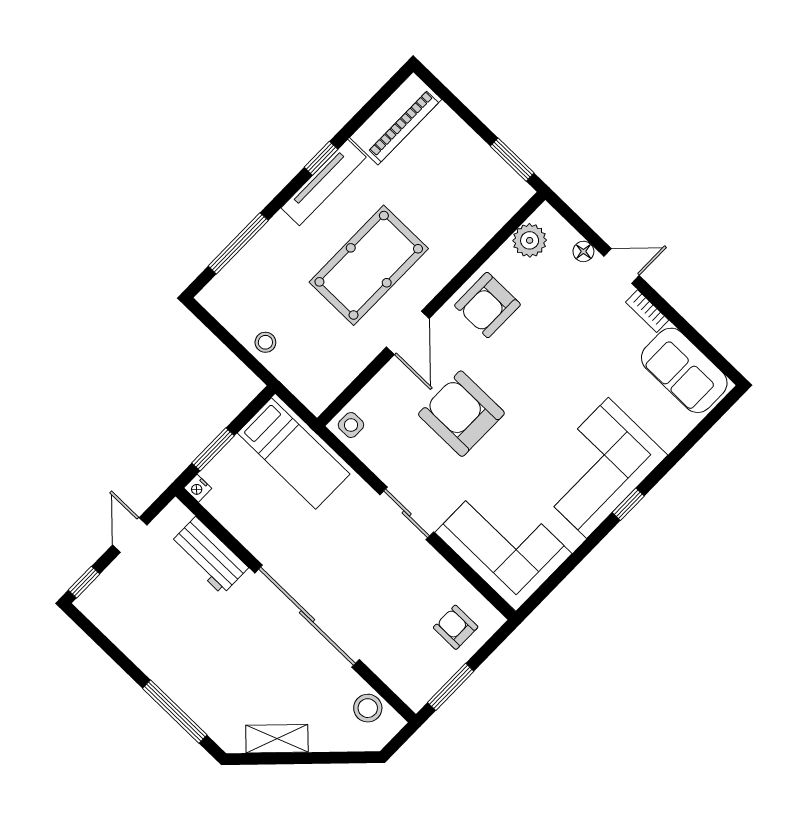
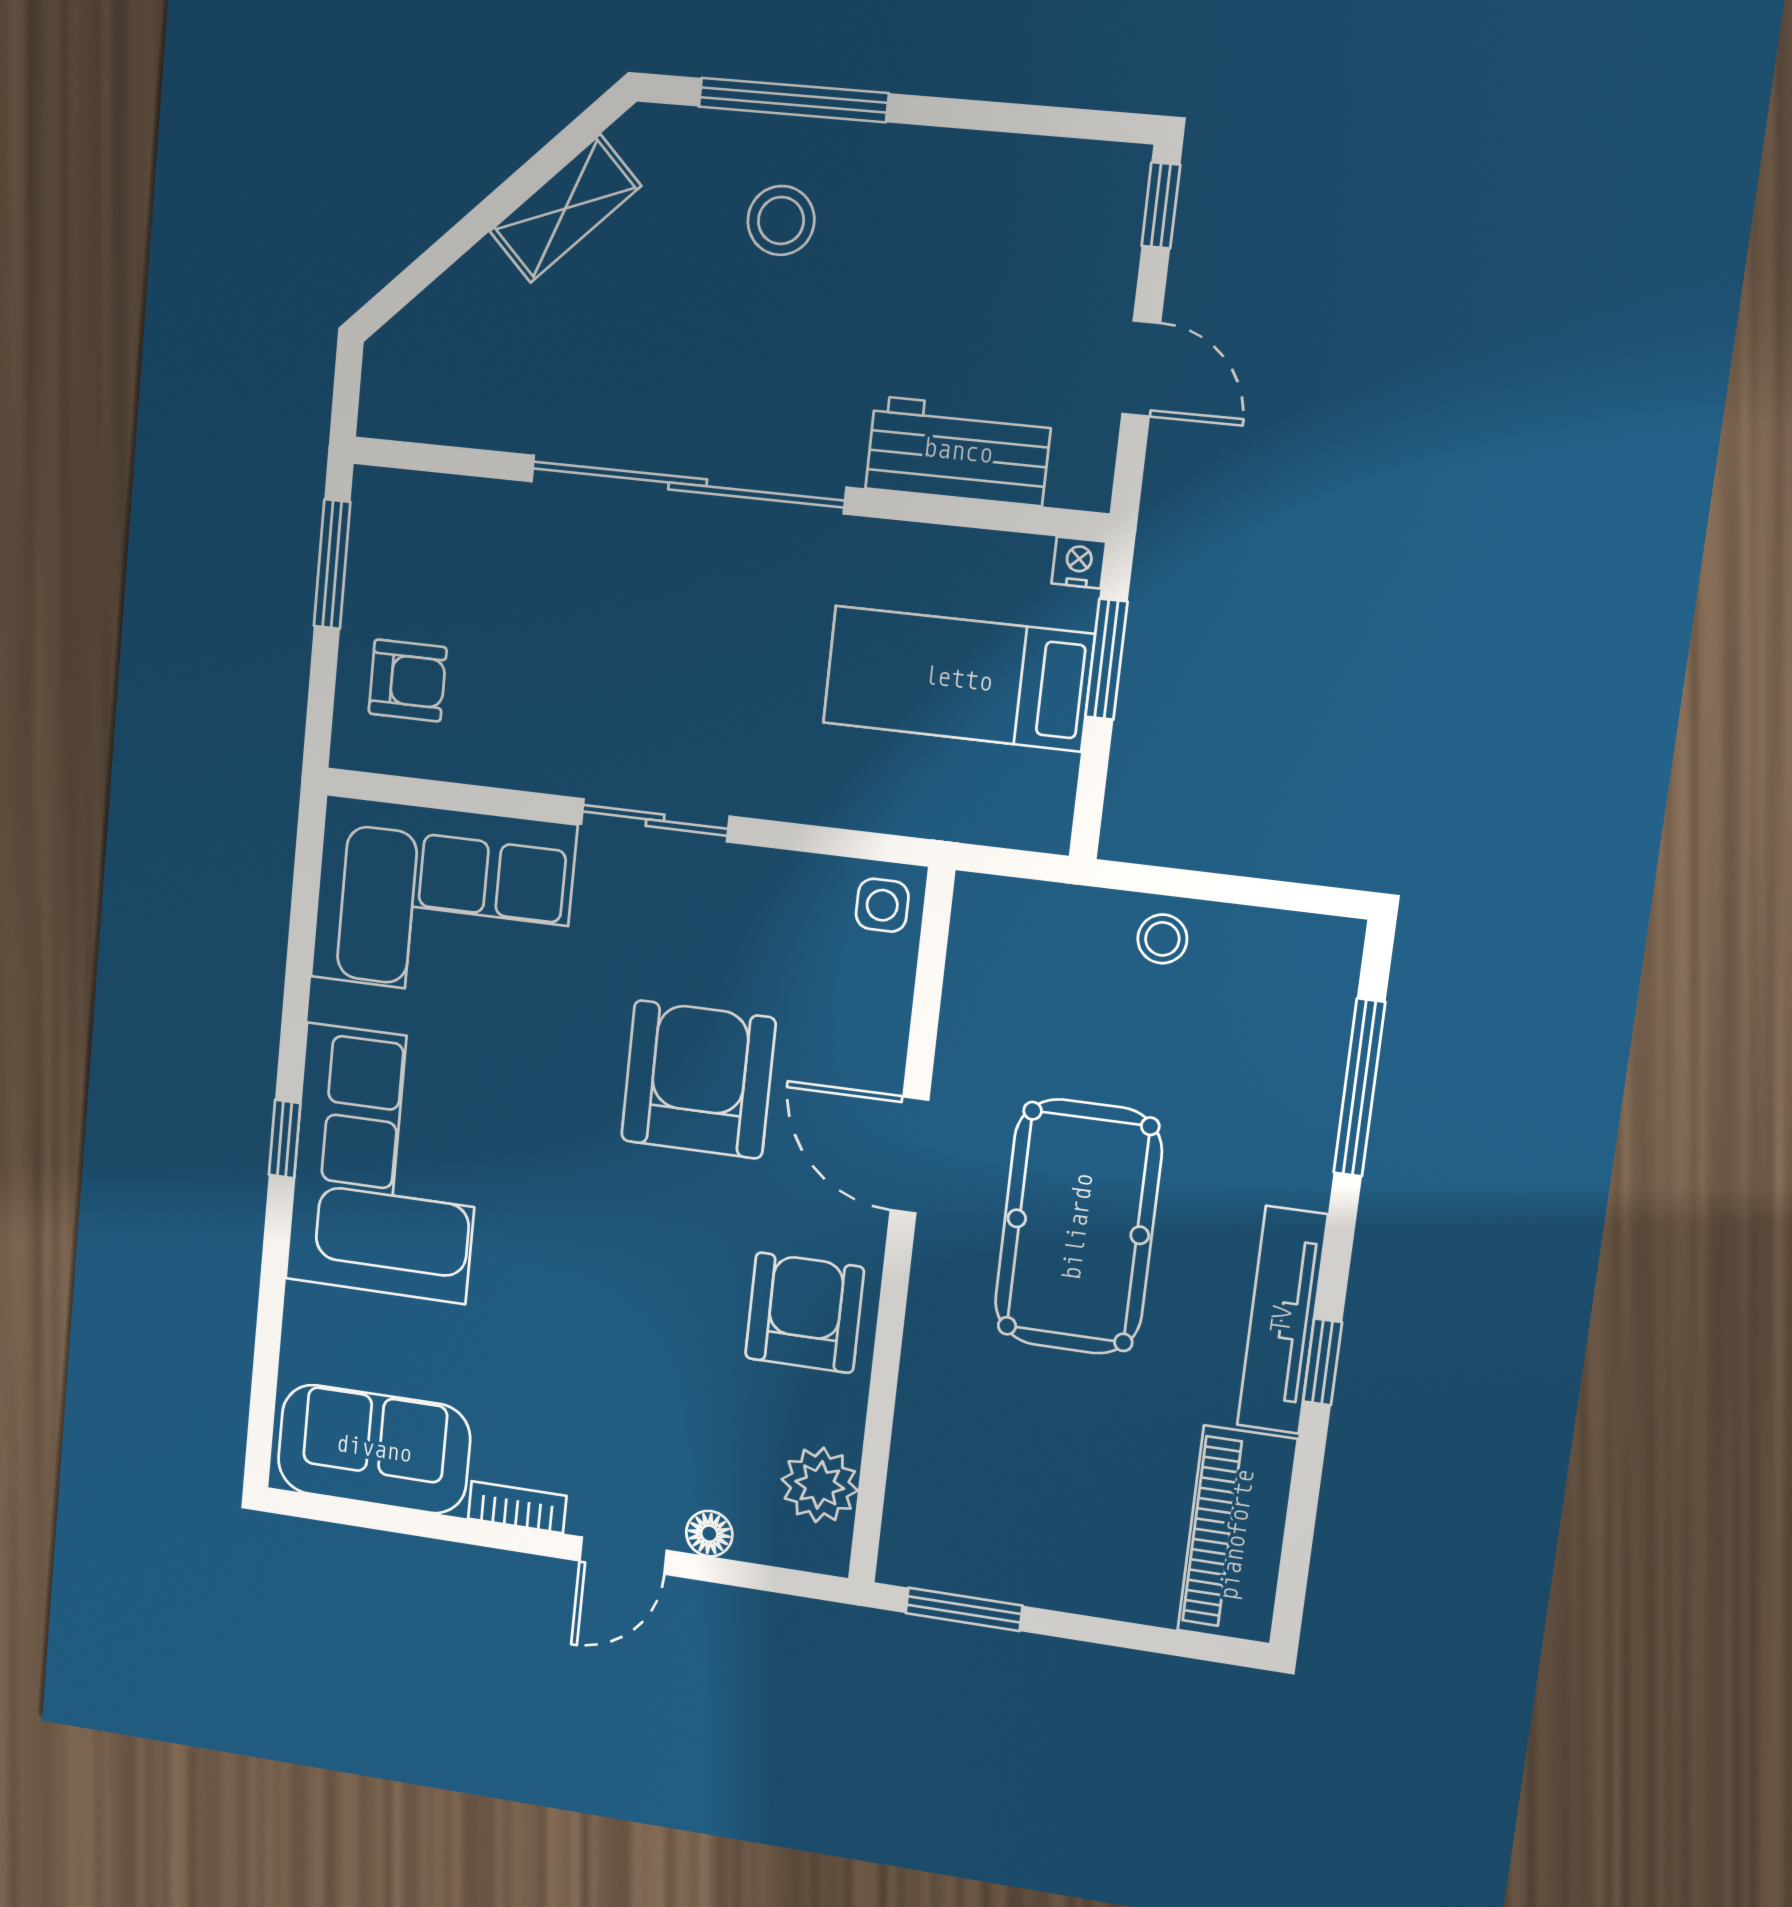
armchair: (461, 414) -> (698, 1079), turned -90
bed: (294, 454) -> (958, 679), moved
stool: (368, 708) -> (781, 220), moved

